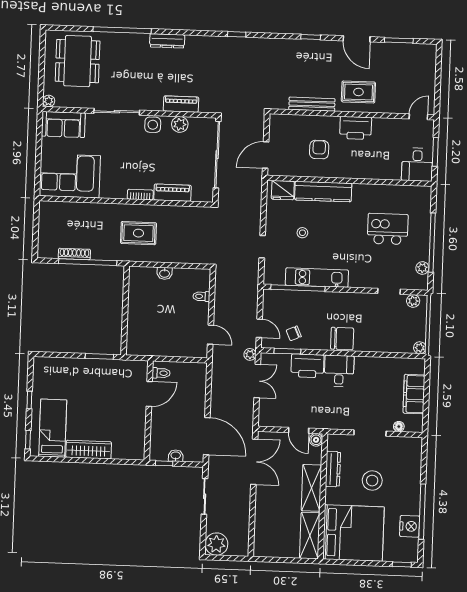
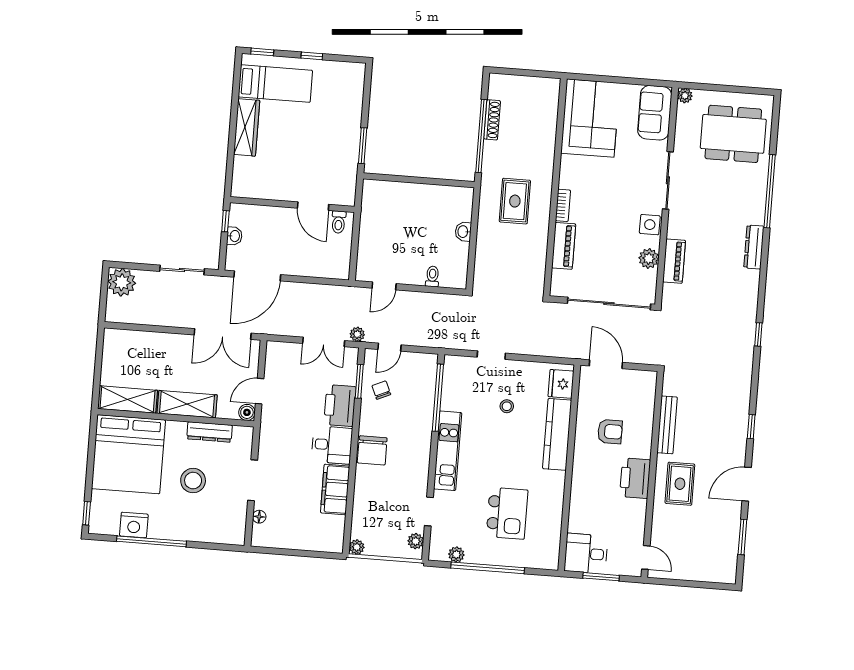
kitchen unit: (317, 278) -> (448, 451), moved
filing cabinet: (414, 394) -> (335, 489), moved, turned -90

